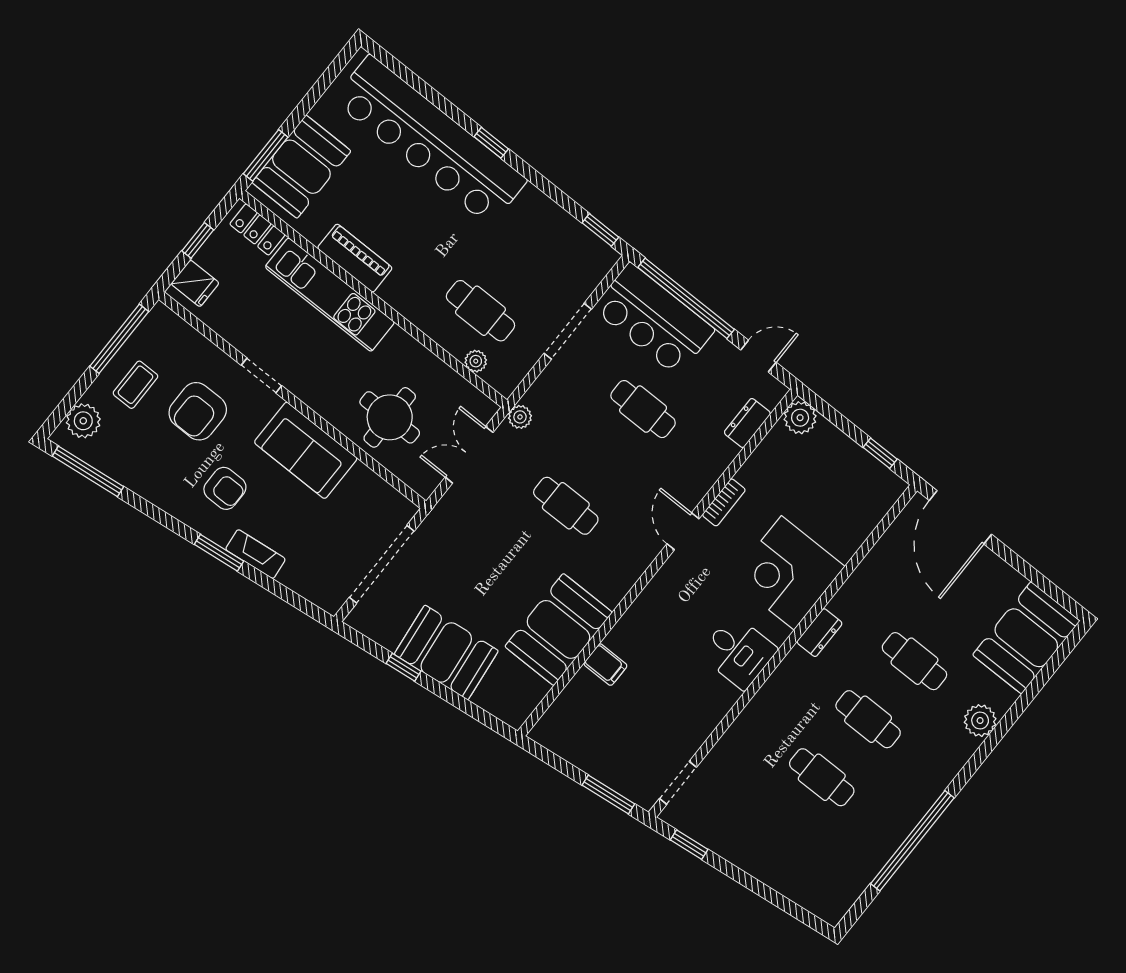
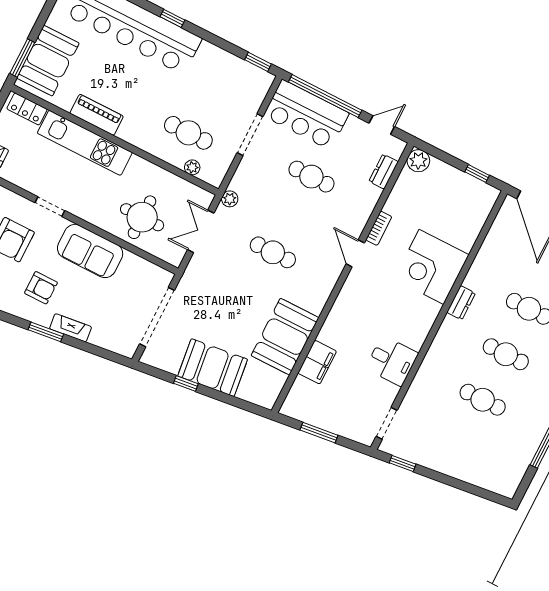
desk: (738, 652) -> (392, 361), moved
filing cabinet: (605, 665) -> (317, 362), width x2.00
window: (608, 795) -> (319, 433), moved

